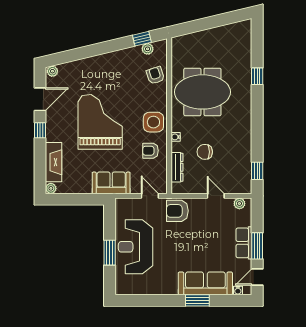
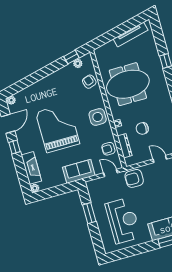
tv unit: (223, 31) -> (131, 34), added
armchair: (150, 151) -> (108, 149), moved
reception desk: (136, 247) -> (123, 220), moved, turned 180
window: (110, 253) -> (89, 213), moved

